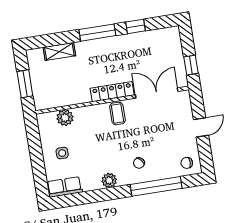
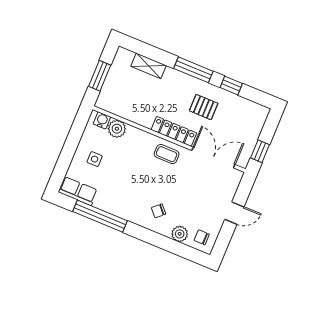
pallet: (124, 57) -> (204, 107), added
coffee table: (117, 113) -> (167, 154), turned 90
water cooler: (49, 118) -> (102, 120), added
plant: (109, 180) -> (180, 234), moved
window: (156, 186) -> (100, 216), moved

